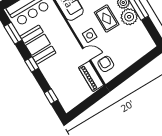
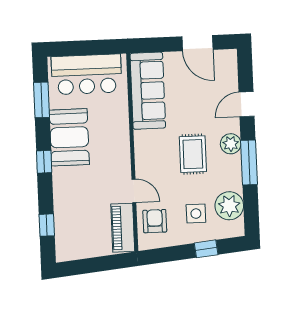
plant: (129, 17) -> (229, 206), moved
side table: (90, 35) -> (196, 214), moved
window: (140, 64) -> (206, 249), added

